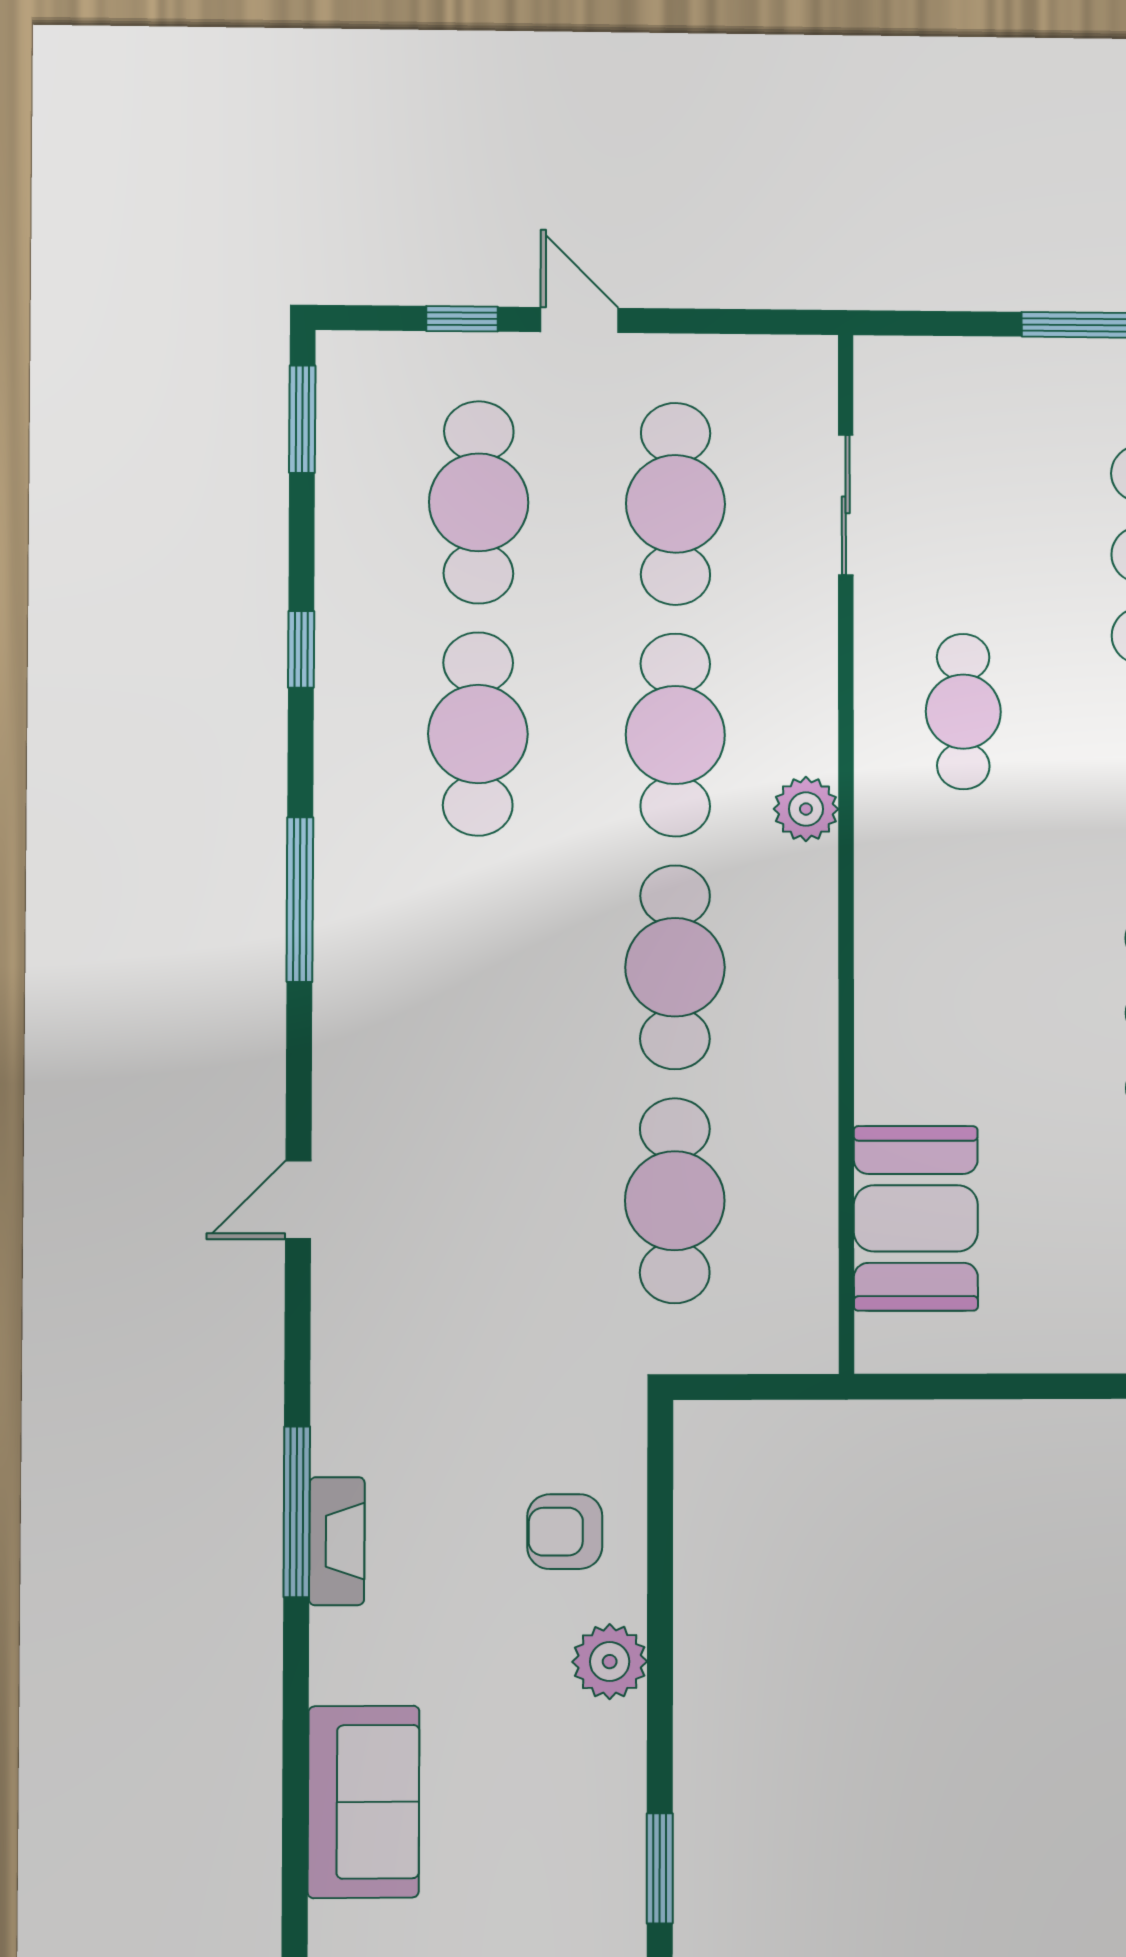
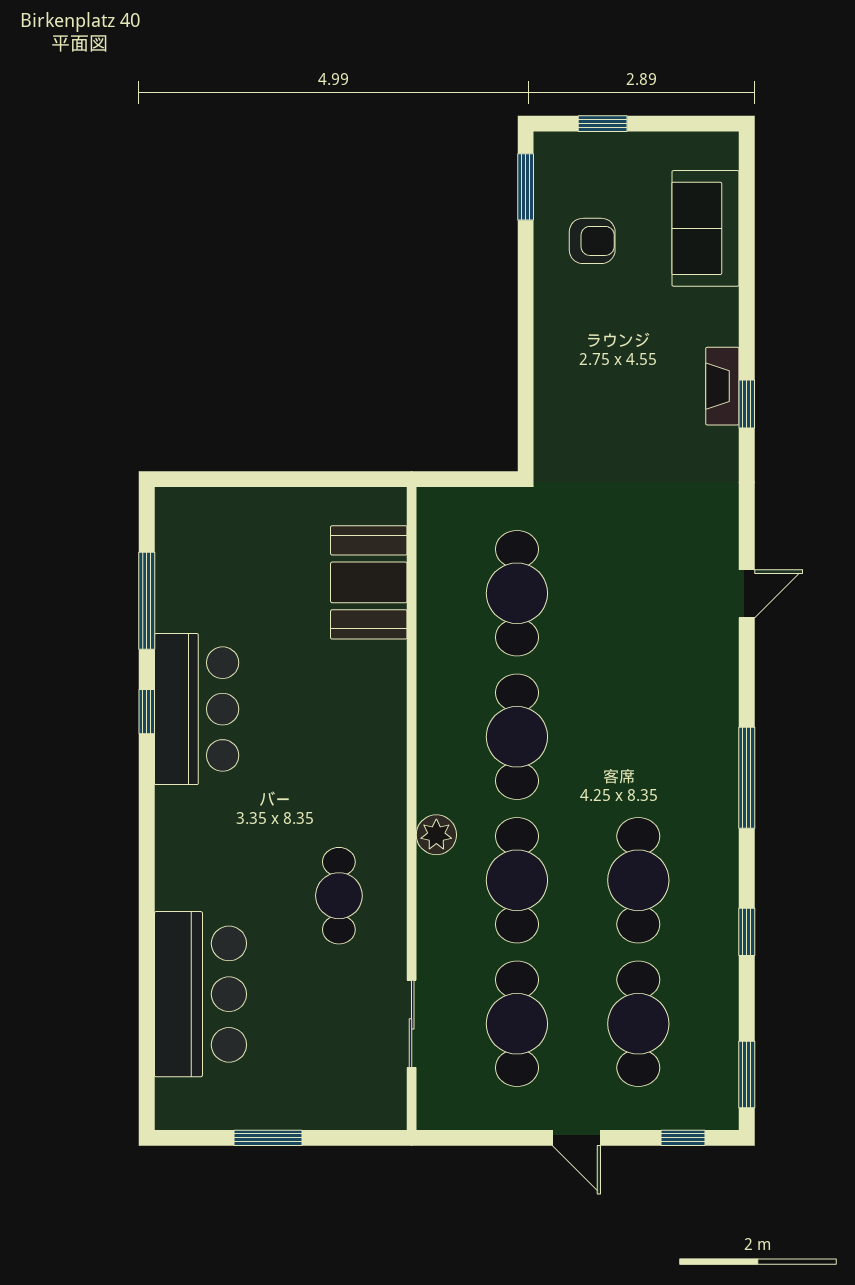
window: (462, 319) -> (683, 1138), moved
window: (297, 1512) -> (747, 404), width x0.46
armchair: (565, 1532) -> (592, 241), moved
plant: (610, 1662) -> (556, 312), removed

